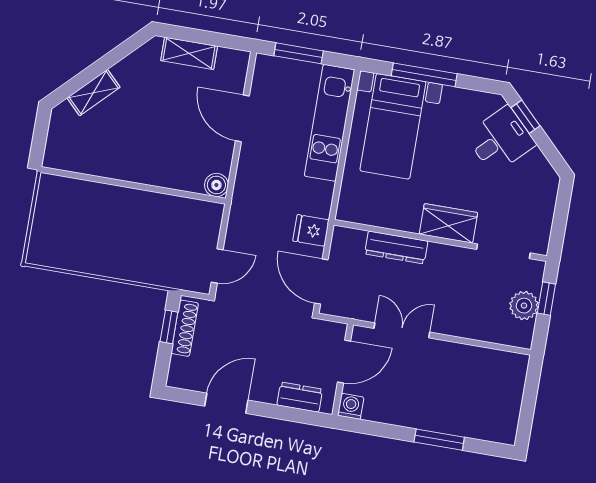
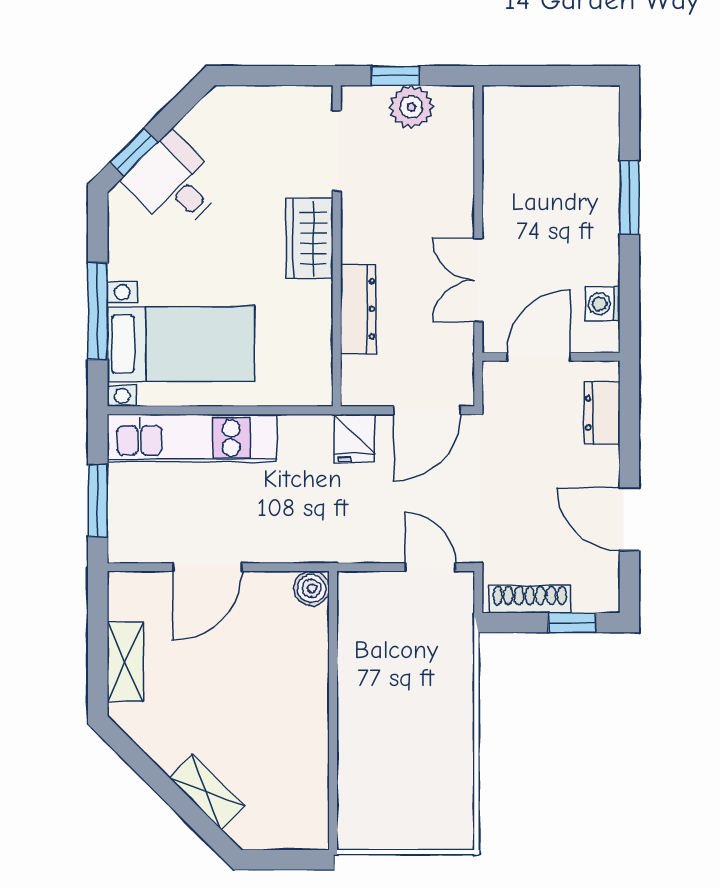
window: (169, 327) -> (572, 623), moved
door: (344, 362) -> (539, 357), hinge flipped
washing machine: (351, 406) -> (603, 304), moved

